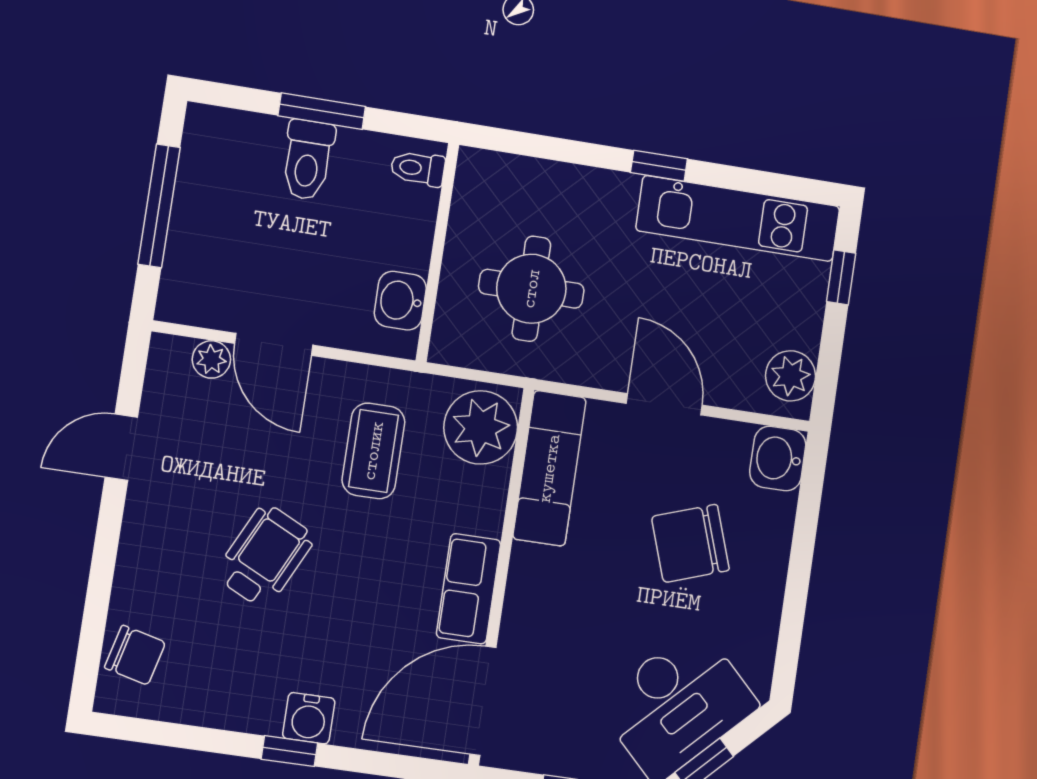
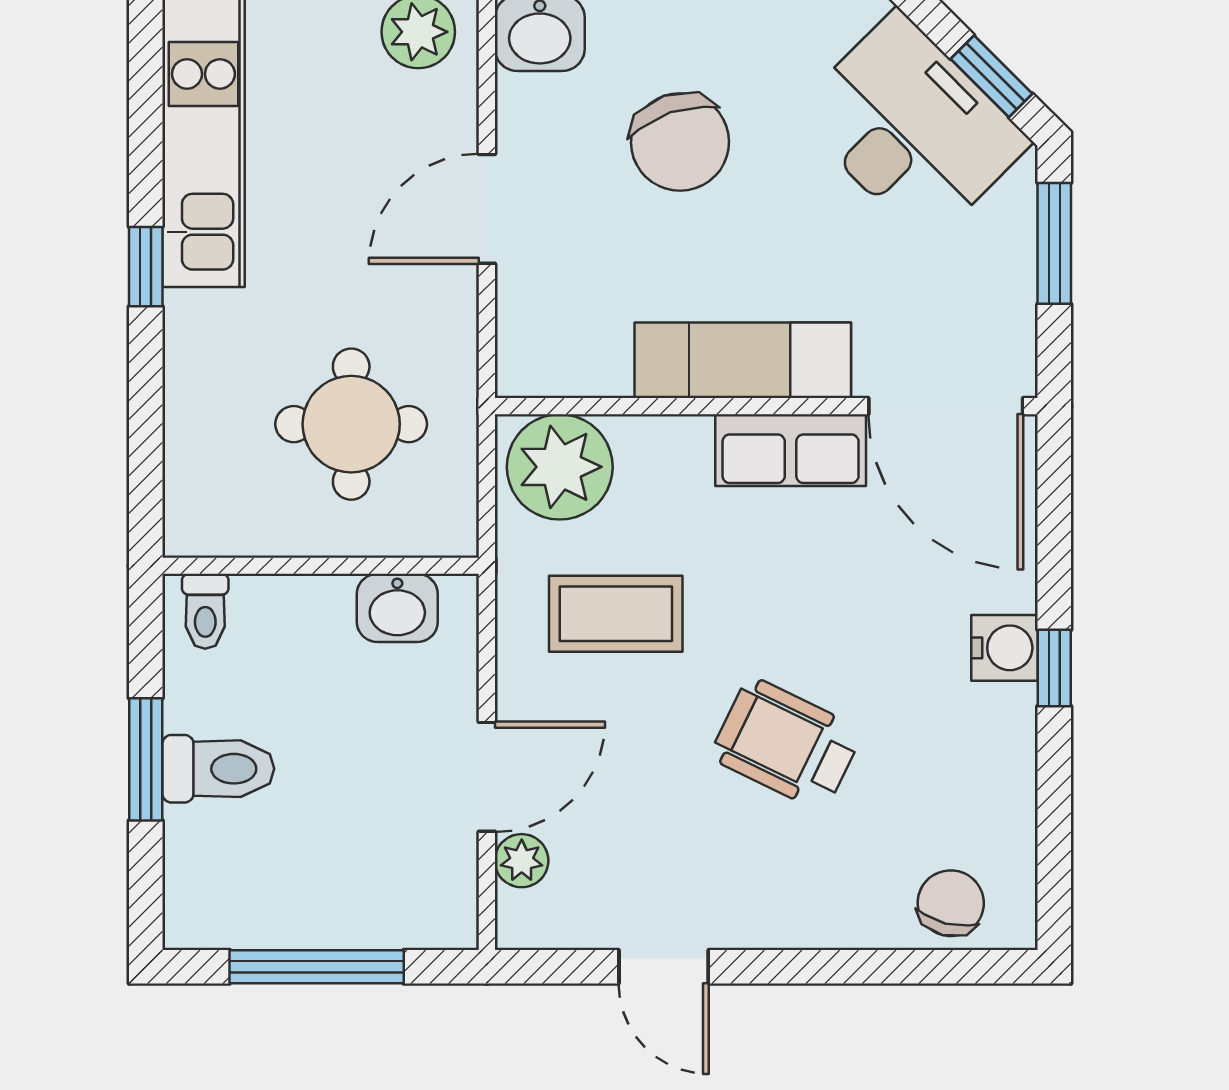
exam couch: (549, 468) -> (743, 360), moved

